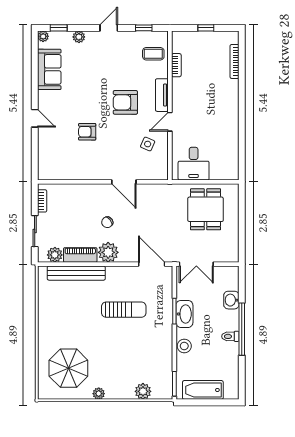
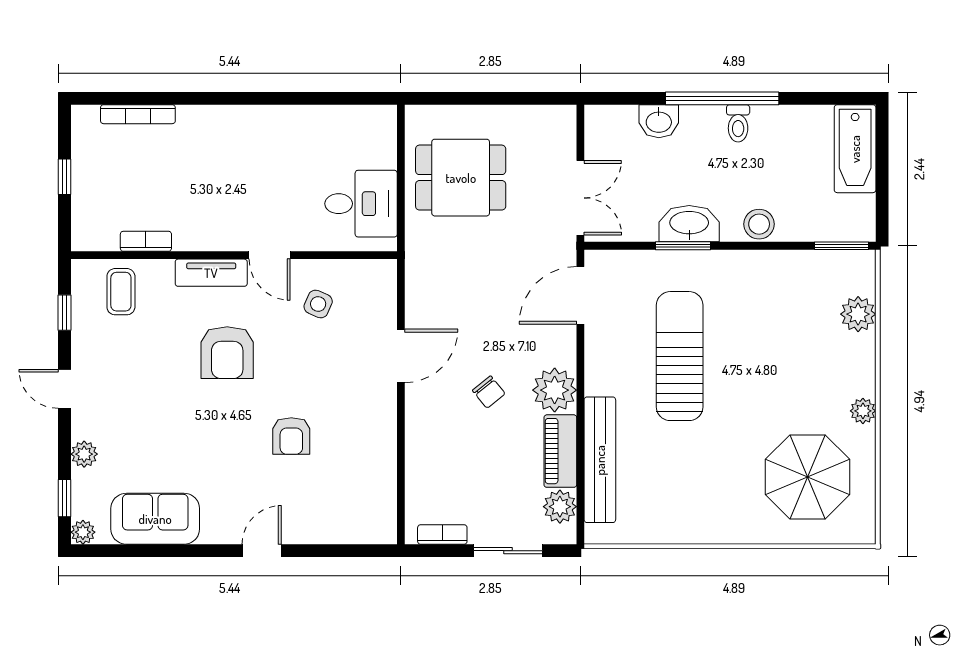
sun lounger: (124, 310) -> (680, 356), width x1.36, depth x1.34
bathtub: (203, 390) -> (855, 149), moved

